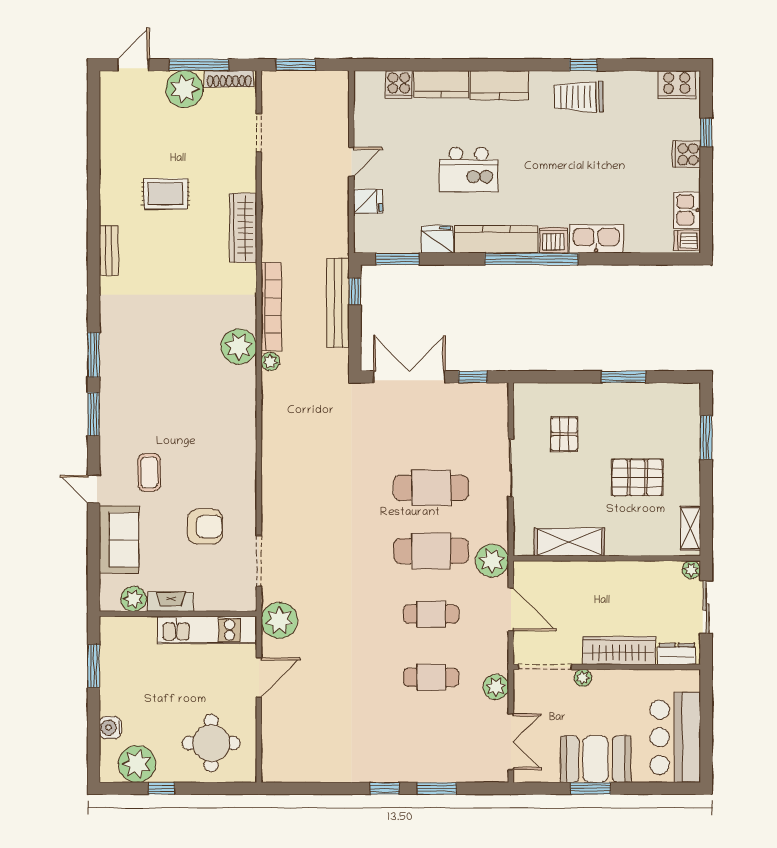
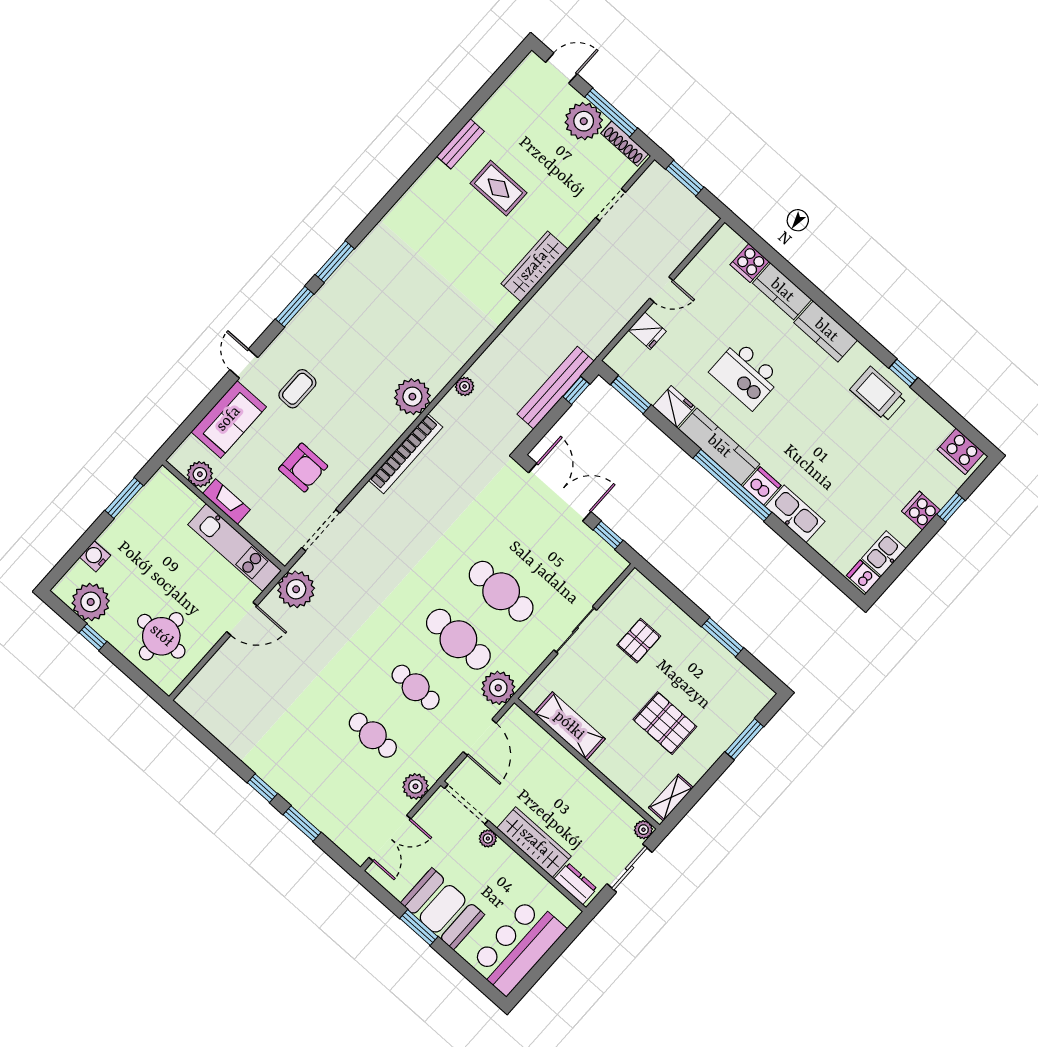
bench: (109, 251) -> (460, 144), moved
bookcase: (271, 307) -> (406, 454), moved
plant: (239, 347) -> (412, 397), moved

